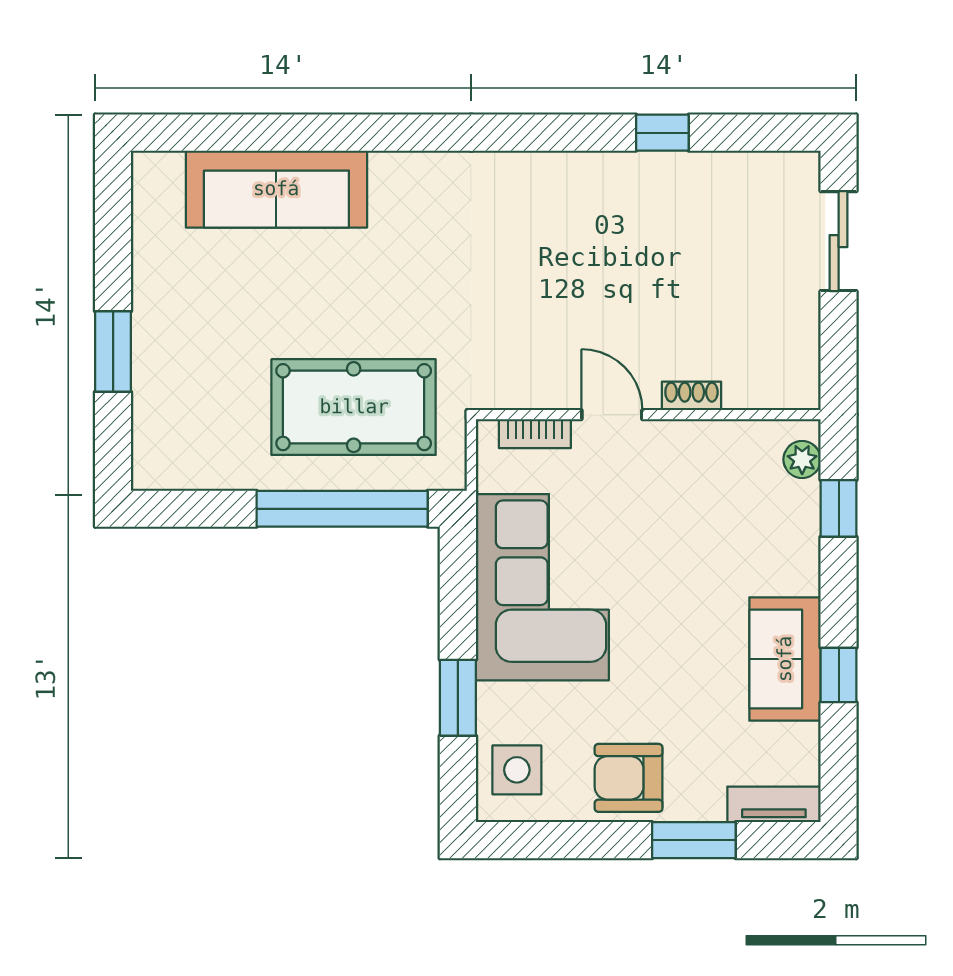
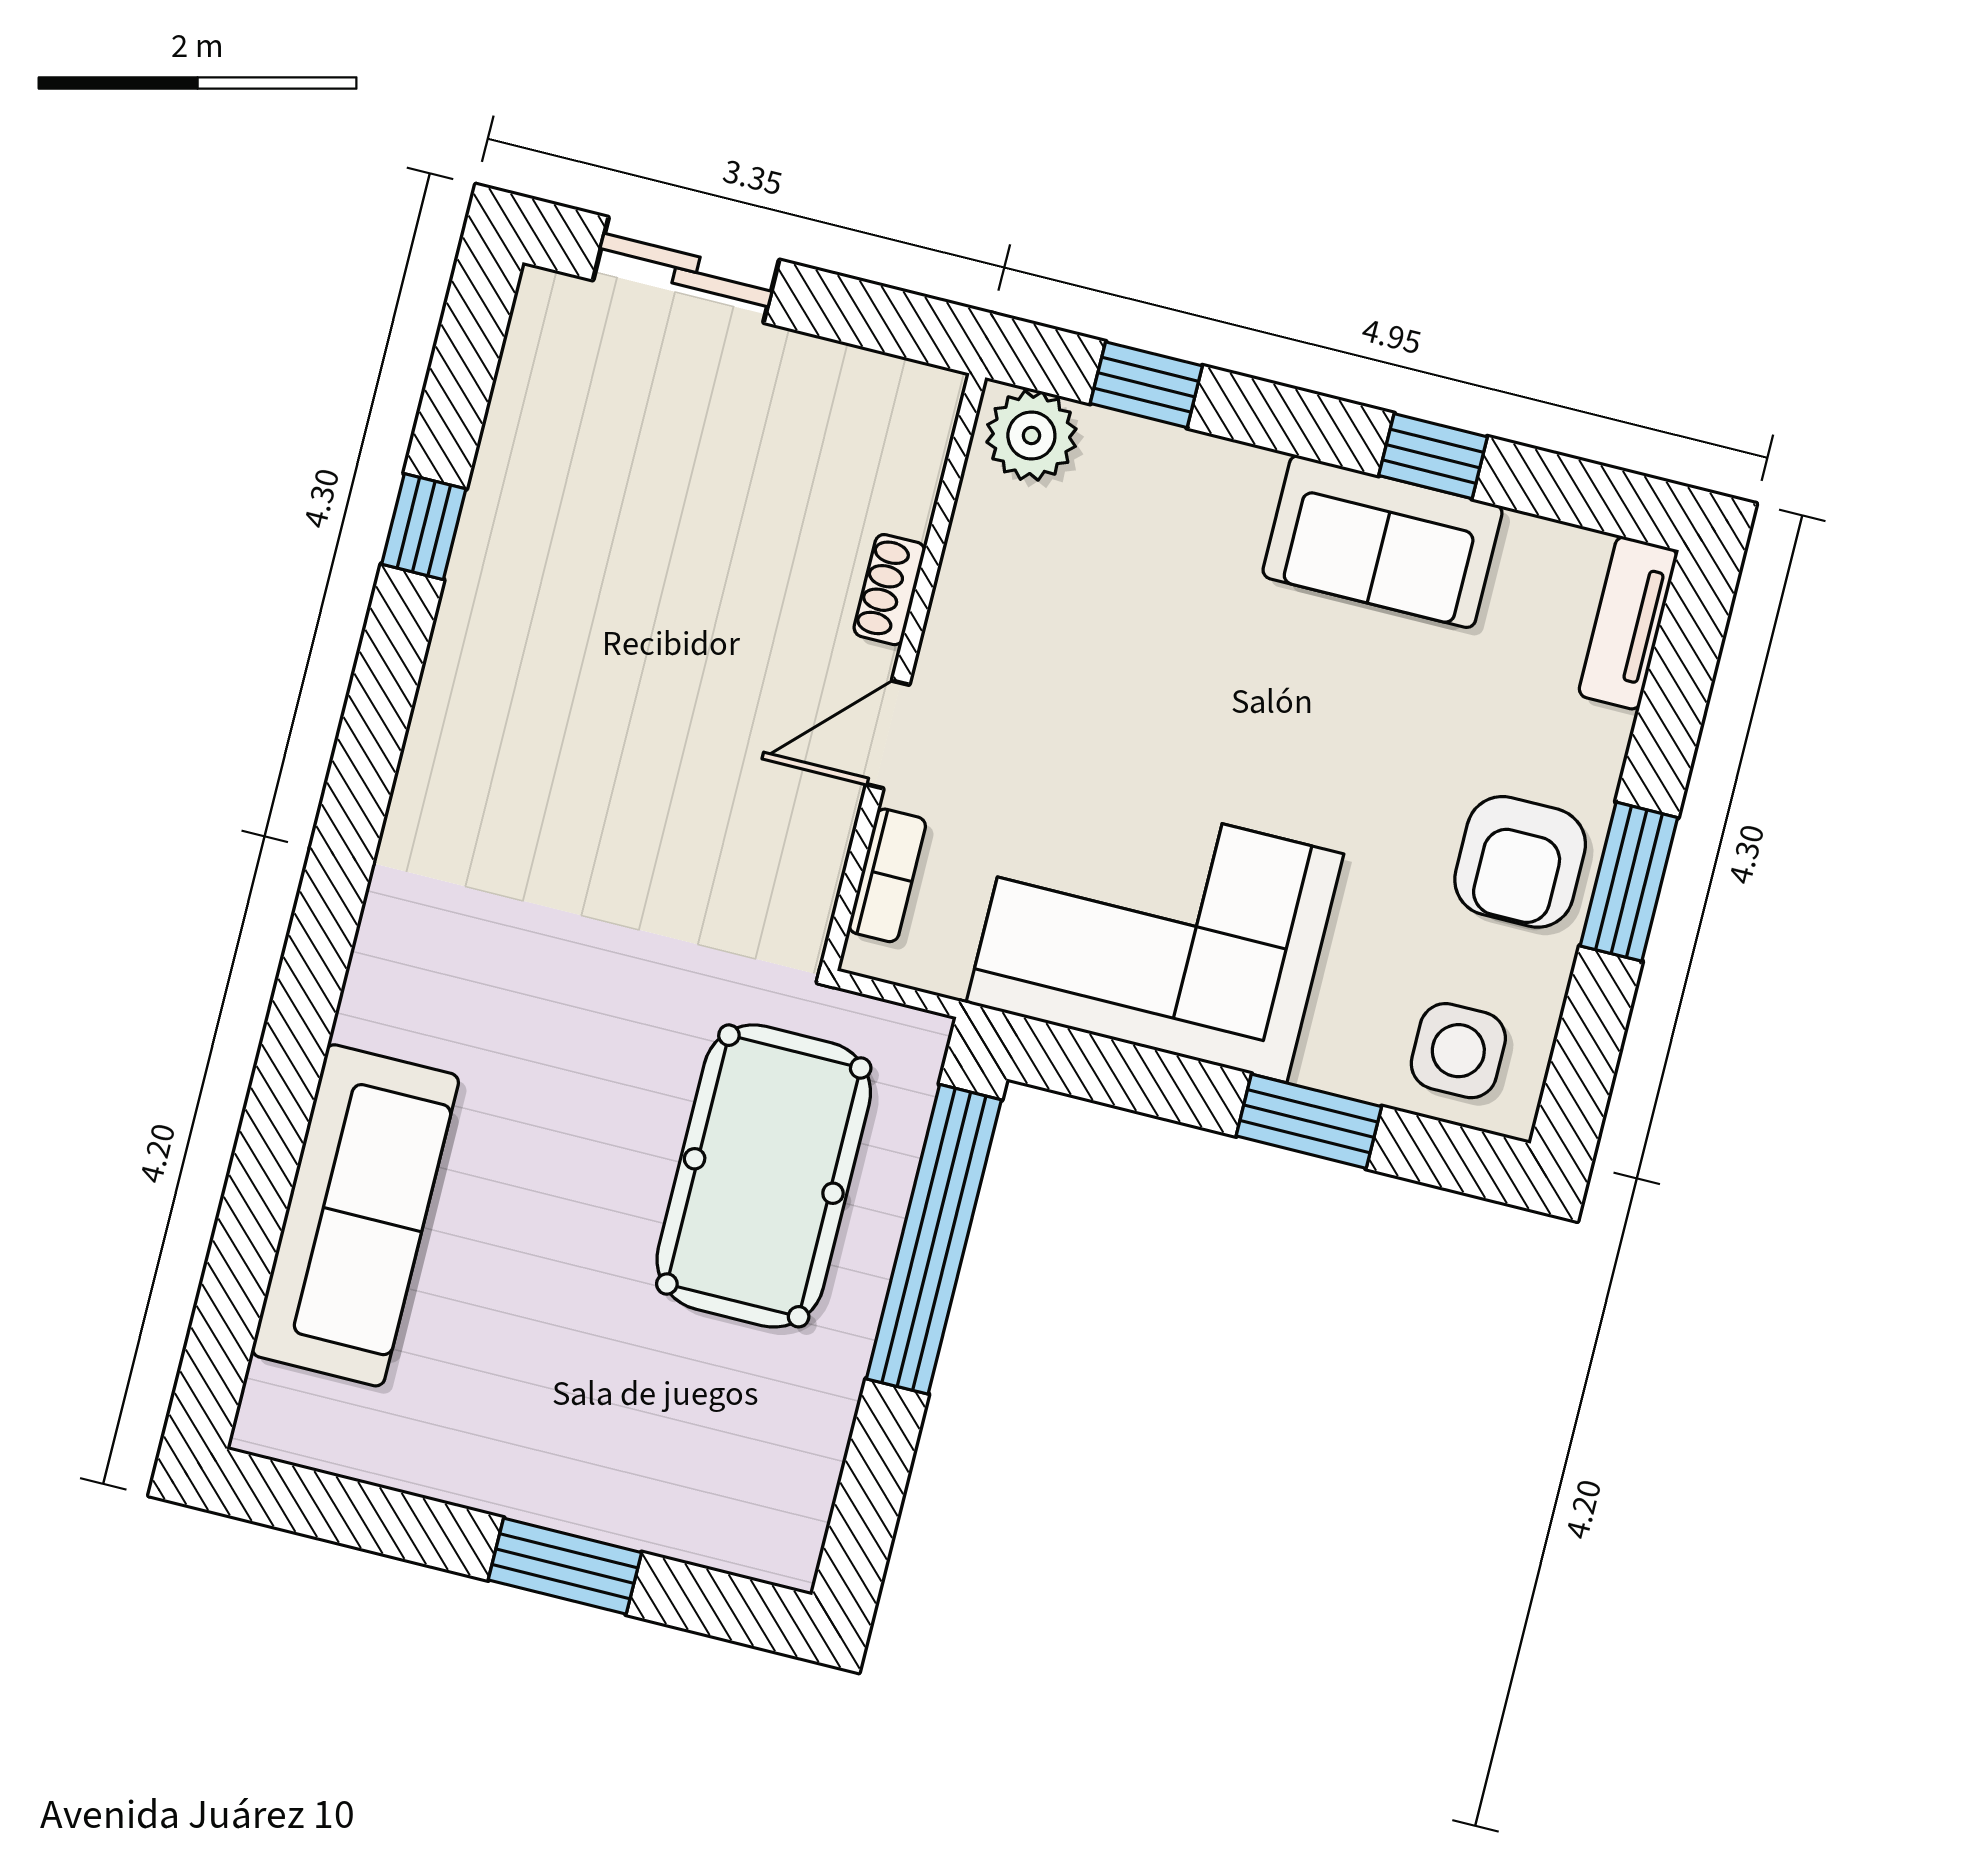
plant: (802, 459) -> (1031, 435), width x1.38, depth x1.38
window: (694, 840) -> (1629, 882), moved

